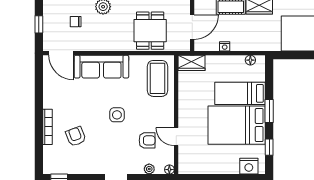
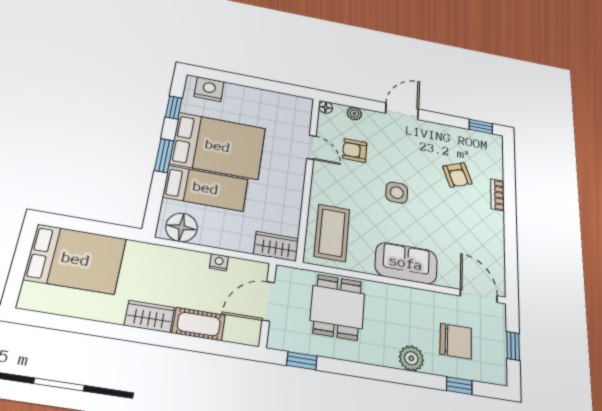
chair: (76, 22) -> (456, 341), width x1.87, depth x1.87
floor lamp: (250, 60) -> (181, 227), width x1.89, depth x1.89
sofa: (101, 67) -> (406, 263), width x0.73
bookcase: (48, 127) -> (498, 195), width x0.64

